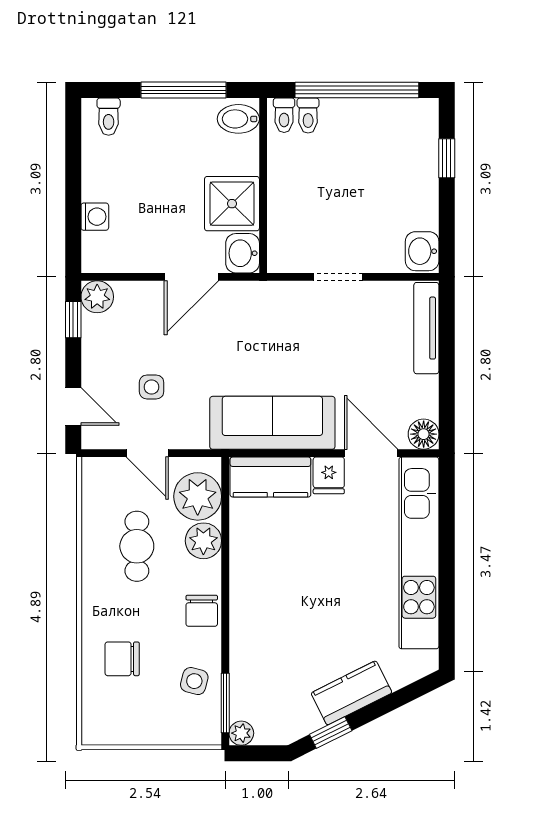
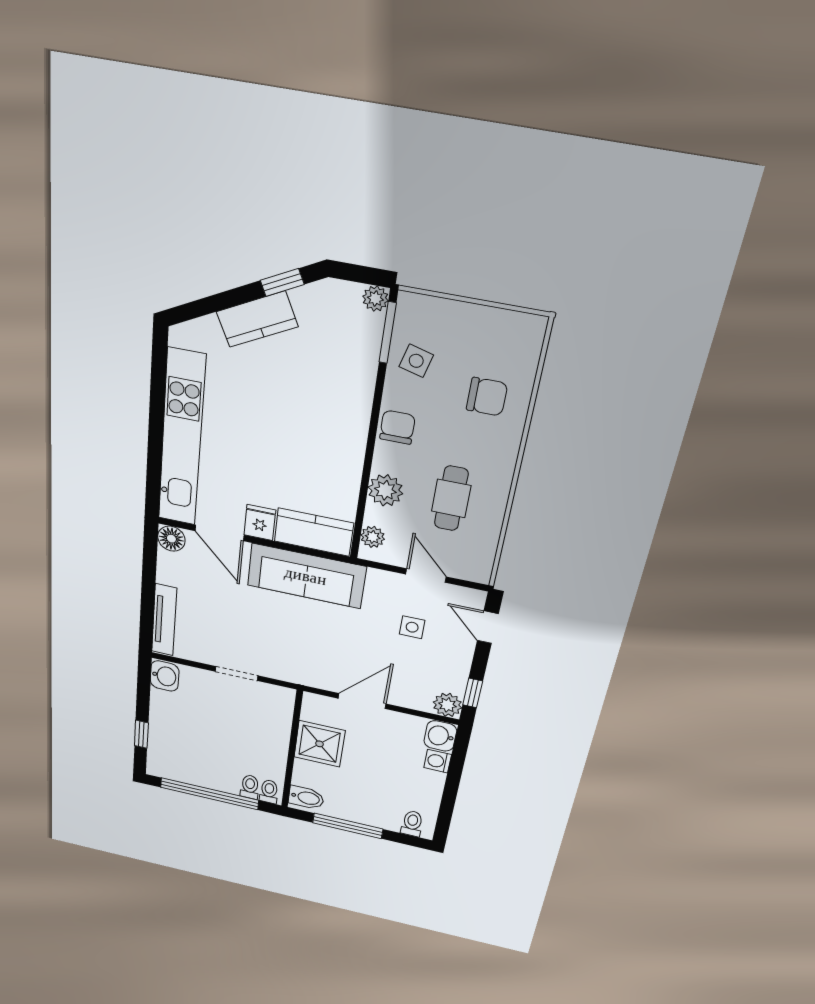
washbasin: (243, 253) -> (440, 736), moved, turned 180
plant: (198, 496) -> (373, 537), width x0.53, depth x0.53

